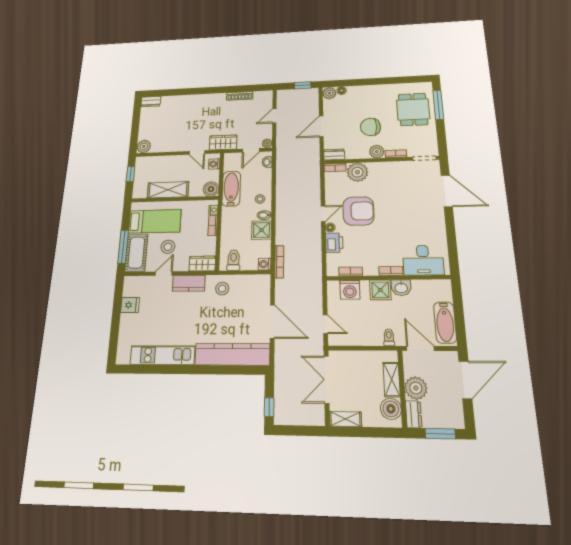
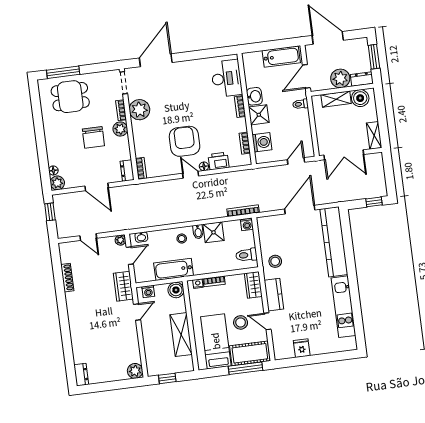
door: (251, 150) -> (130, 256), hinge flipped
plant: (357, 172) -> (139, 110), moved

